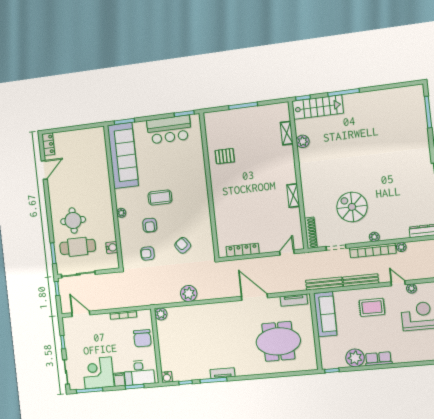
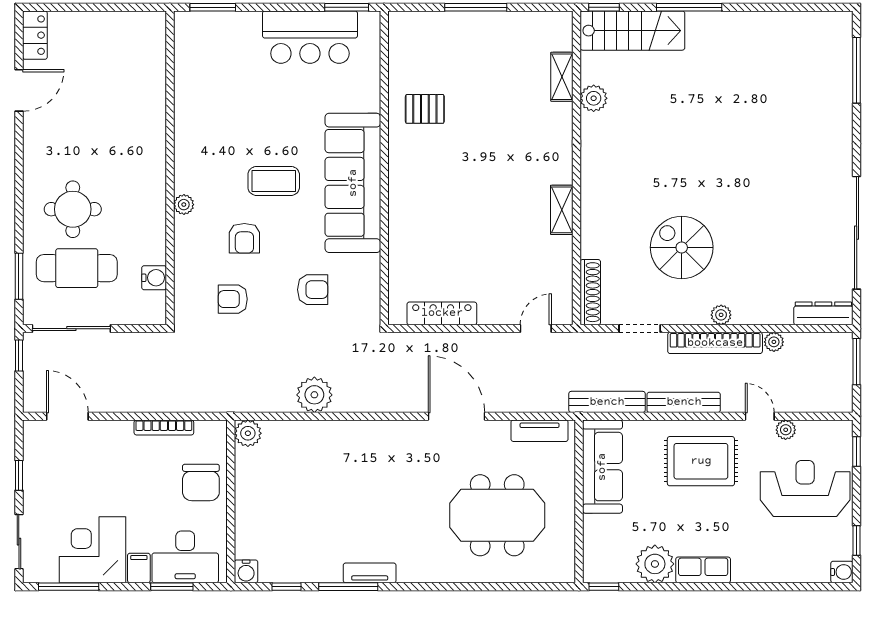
sofa: (123, 156) -> (353, 183), moved, turned 180
armchair: (183, 245) -> (313, 290), turned 127
rug: (372, 307) -> (701, 461), width x1.36, depth x1.43

